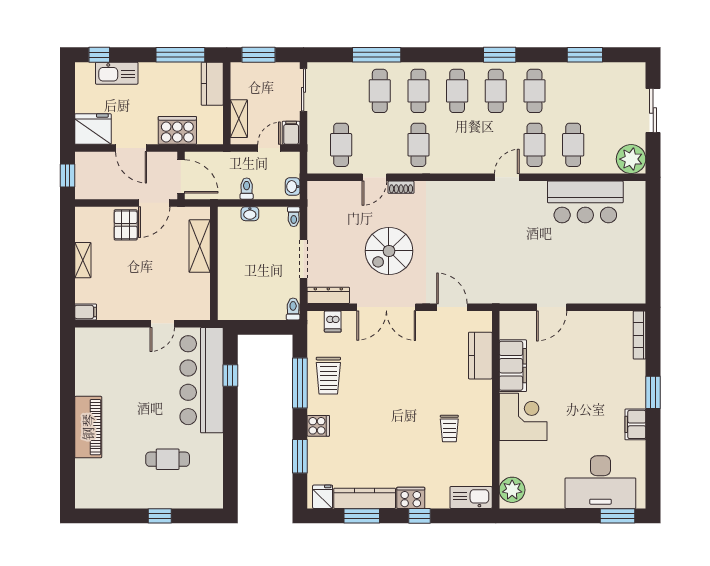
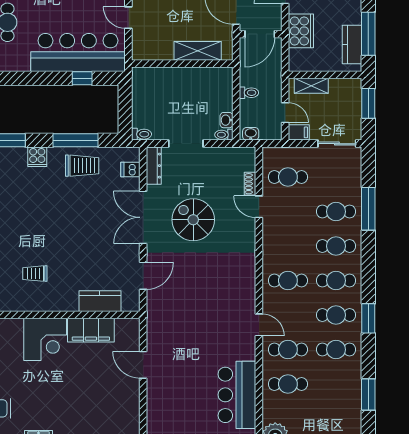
kitchen counter: (212, 84) -> (352, 44), moved, turned -90
cafe table: (418, 145) -> (288, 281), moved
shoe rack: (401, 187) -> (250, 184), moved
washbasin: (250, 214) -> (226, 120), moved
trolley: (328, 376) -> (82, 166), turned 180

